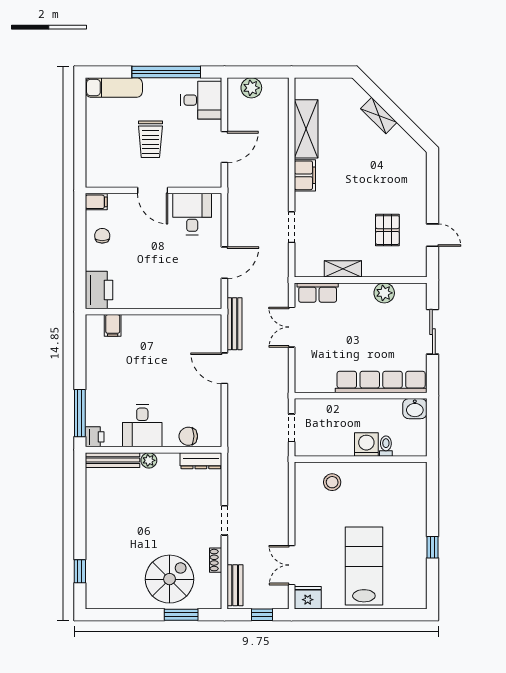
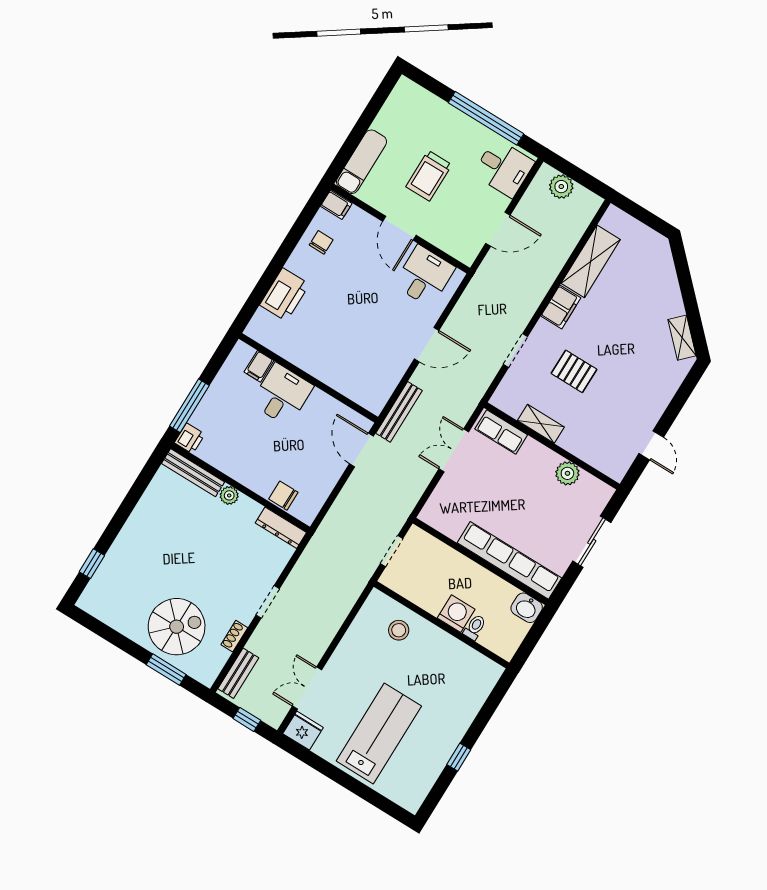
exam couch: (114, 88) -> (362, 162), moved, turned -90
shelving: (379, 116) -> (682, 338), moved
pallet: (387, 230) -> (574, 371), moved, turned 90
wall: (154, 312) -> (308, 378), moved
filing cabinet: (113, 325) -> (259, 366), moved
desk: (142, 426) -> (282, 395), moved, turned 180

